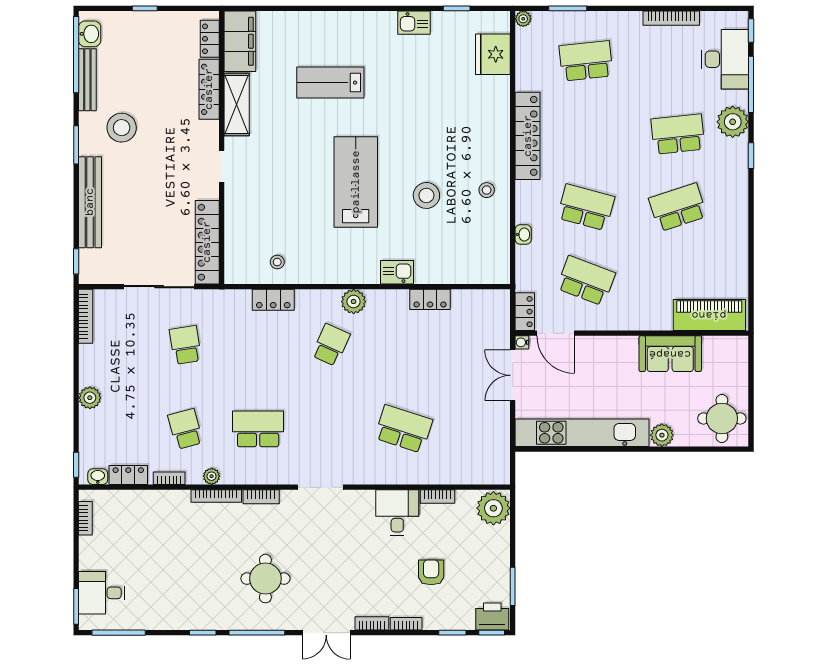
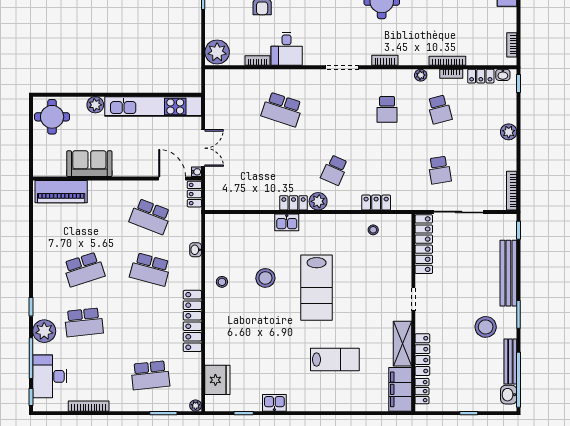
locker: (430, 299) -> (293, 203), moved
school desk: (258, 429) -> (387, 109), width x0.54
bookcase: (216, 496) -> (447, 61), moved

